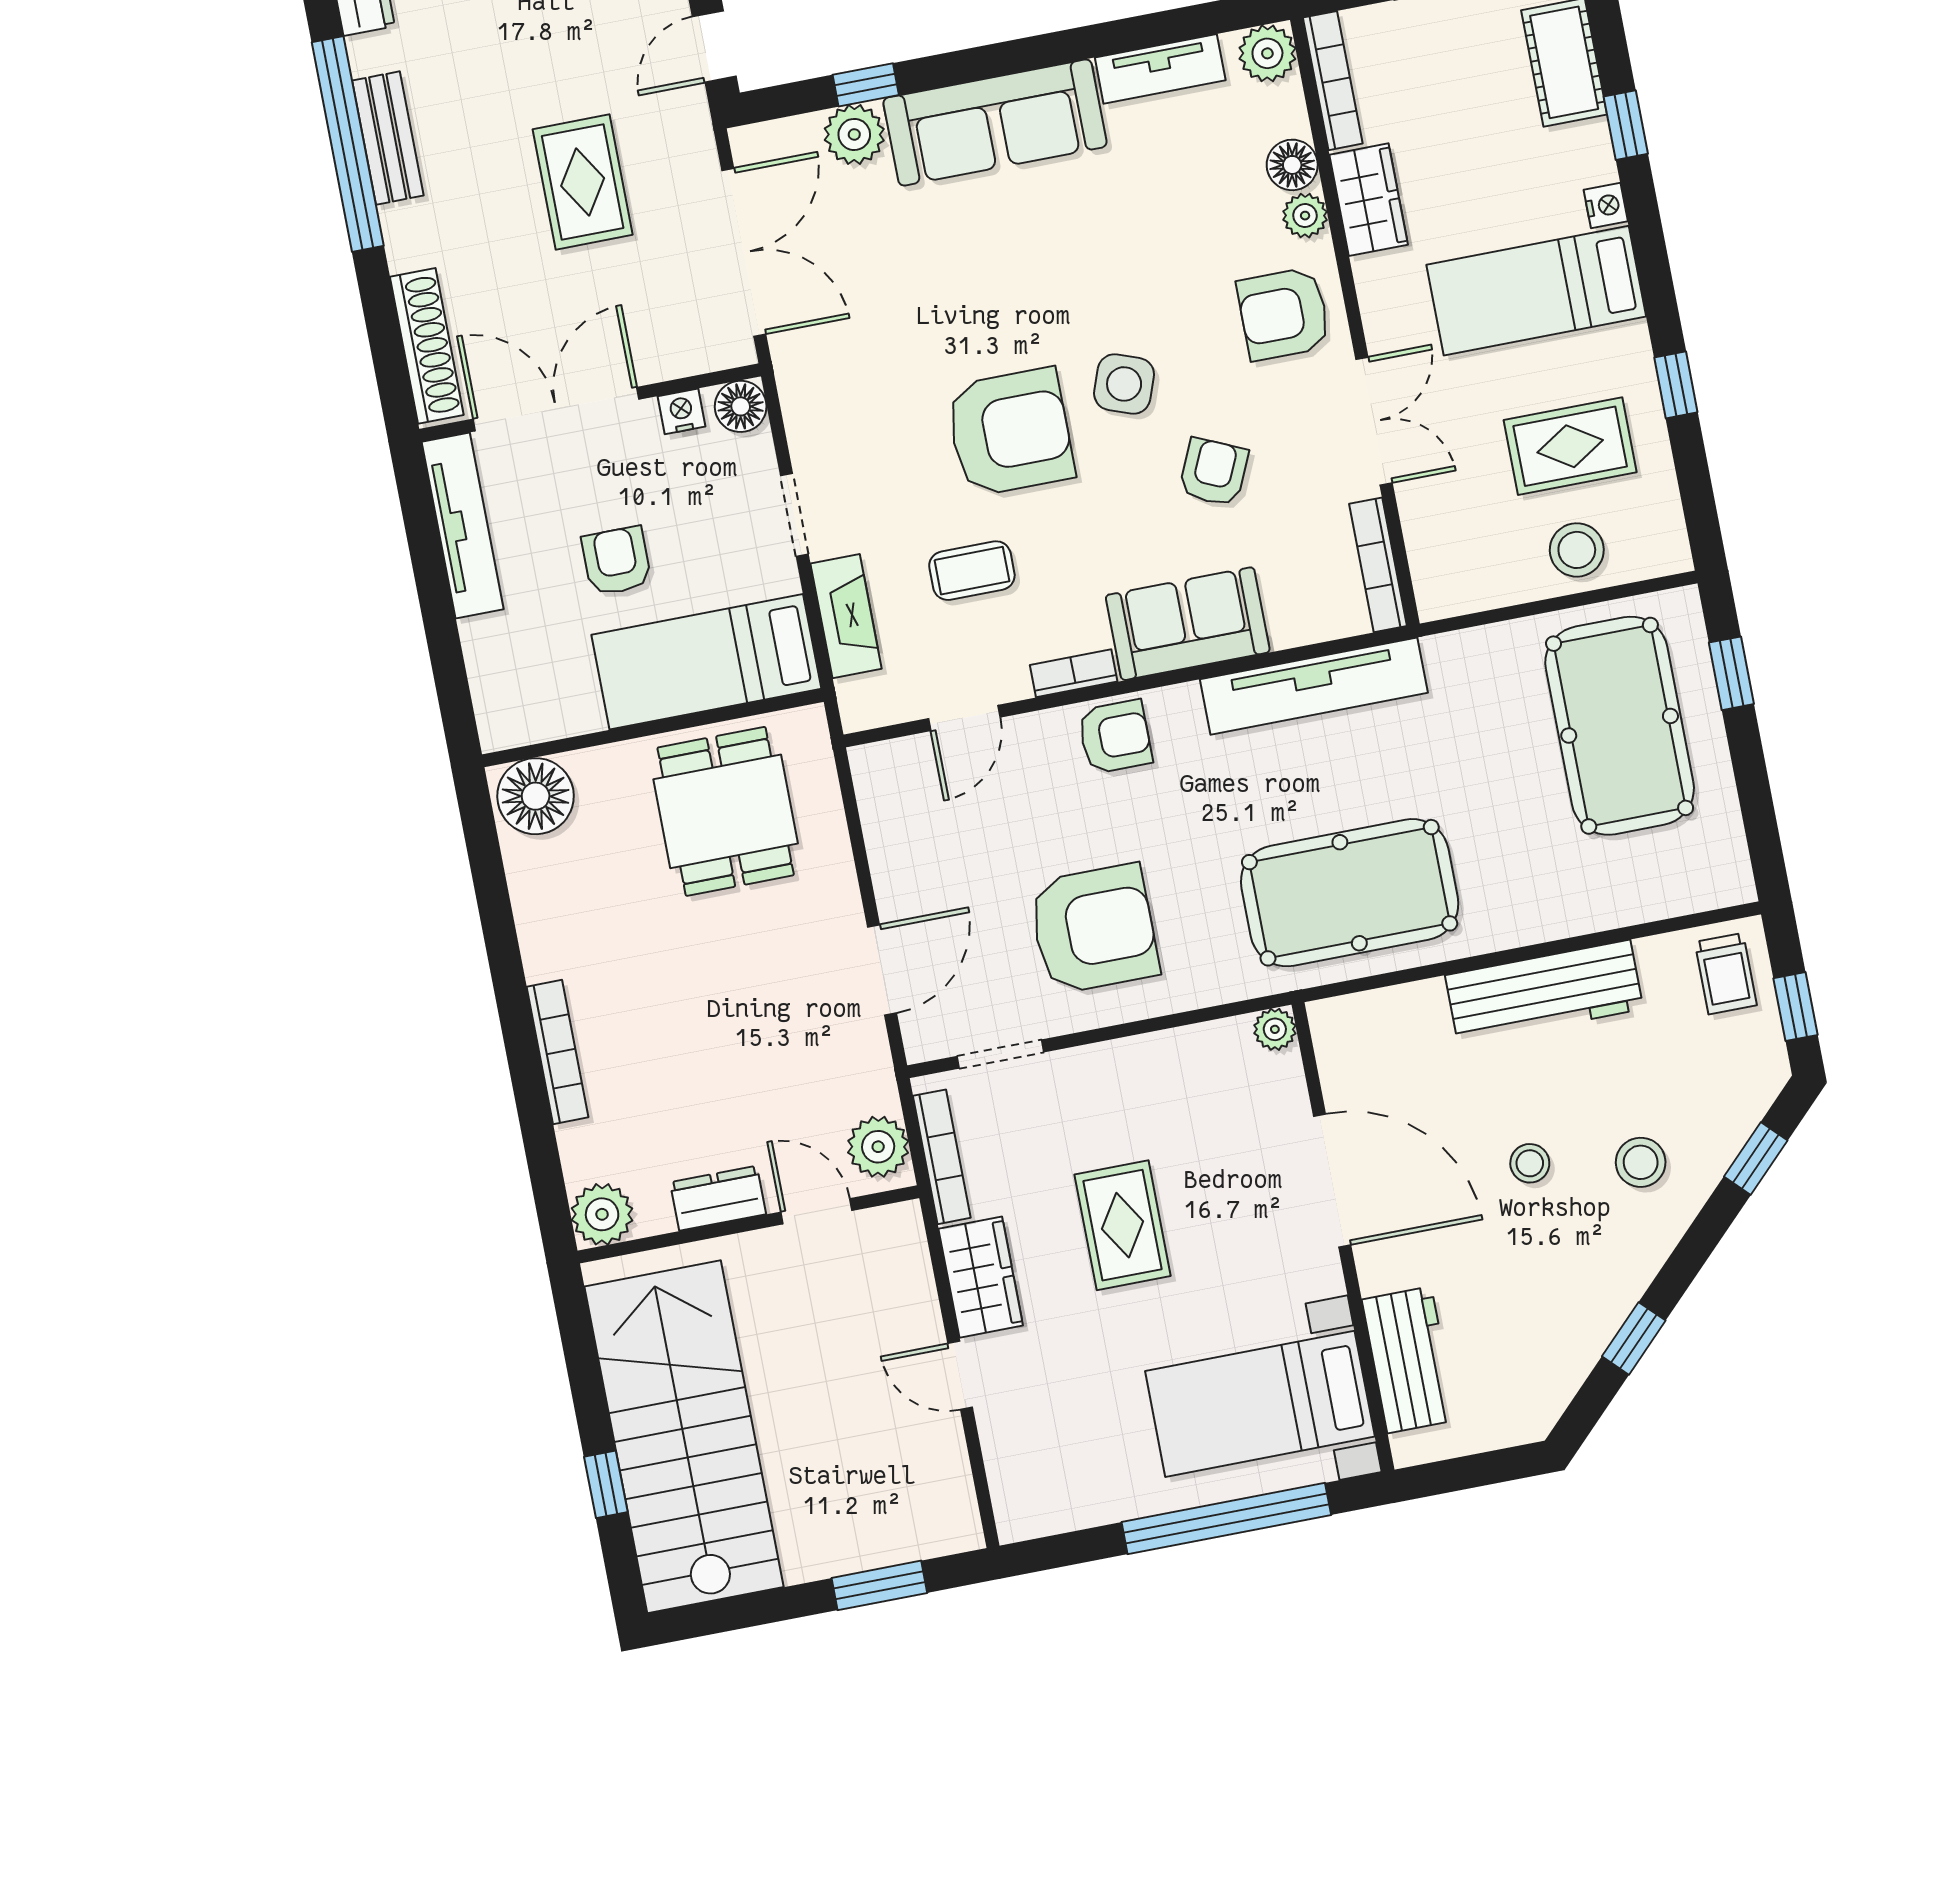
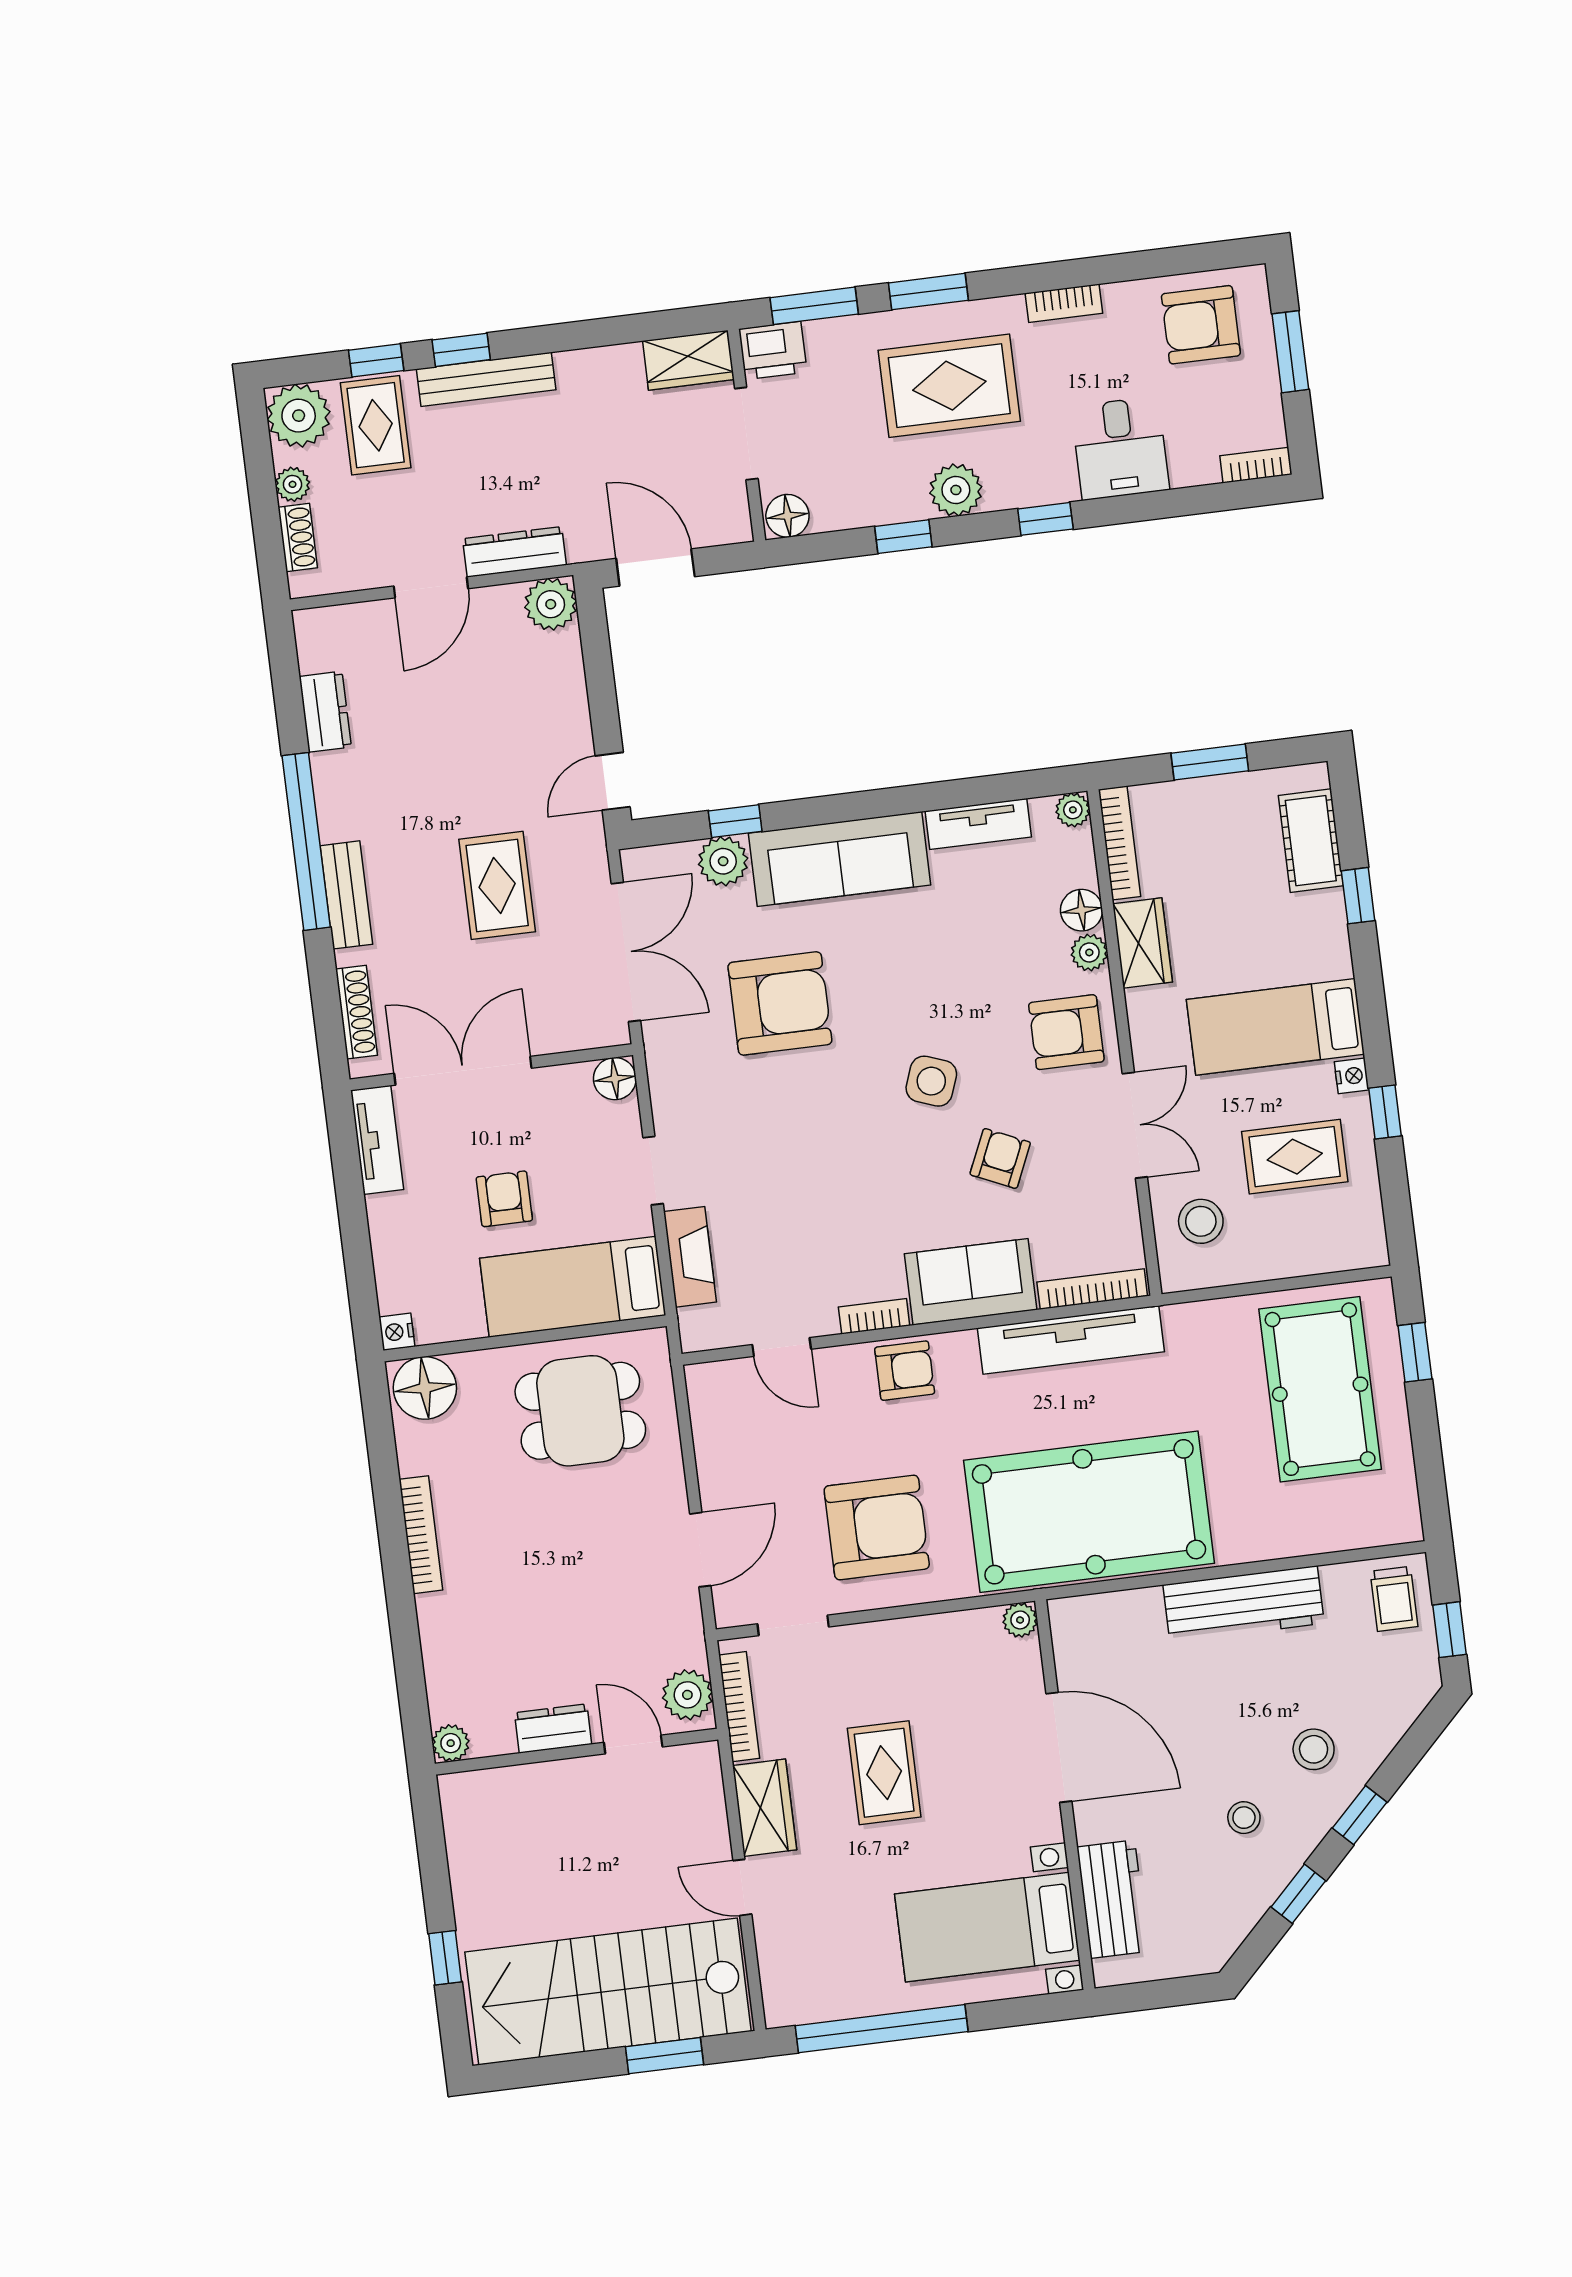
plant: (1267, 53) -> (1073, 810), width x0.73, depth x0.73
bench: (388, 138) -> (346, 895), moved
nightstand: (1606, 206) -> (1351, 1076), moved
shoe rack: (427, 346) -> (356, 1012), width x0.74, depth x0.81
nightstand: (681, 411) -> (397, 1332), moved, turned -90
armchair: (1010, 432) -> (780, 1003), moved
tv unit: (463, 525) -> (377, 1140), width x0.71
stool: (1577, 550) -> (1201, 1221), moved
bookcase: (1378, 565) -> (1092, 1289), moved, turned 90
coffee table: (972, 571) -> (796, 1226), removed
door: (964, 718) -> (782, 1347), hinge flipped
dining table: (726, 811) -> (580, 1411), turned 90
pool table: (1350, 893) -> (1089, 1512), width x1.36, depth x1.32
bookcase: (557, 1052) -> (421, 1535), moved
window: (1756, 1158) -> (1360, 1815), moved
stool: (1530, 1163) -> (1244, 1818), moved
plant: (602, 1214) -> (451, 1743), width x0.73, depth x0.73
stairs: (684, 1437) -> (608, 1992), moved, turned -90
window: (1226, 1519) -> (882, 2029), moved

